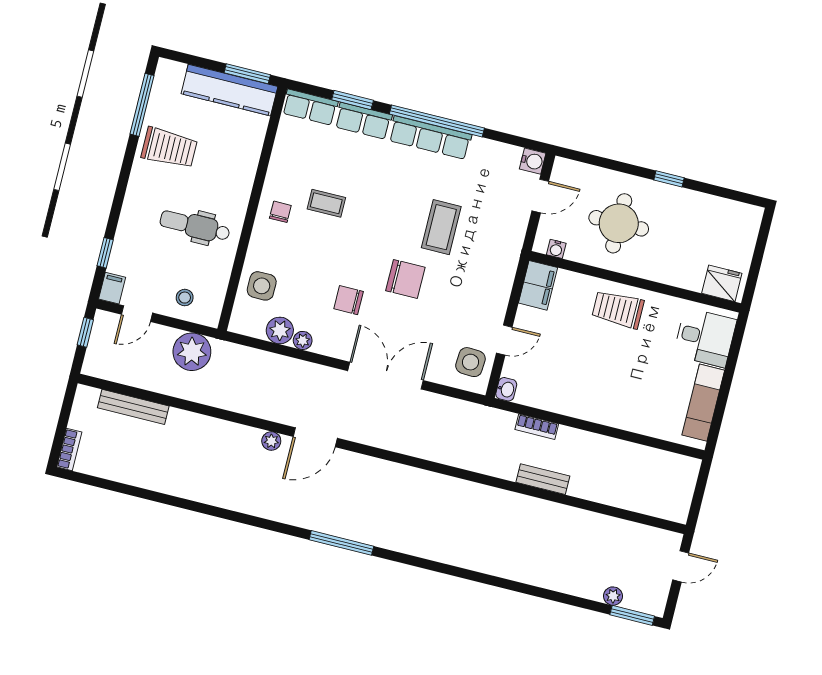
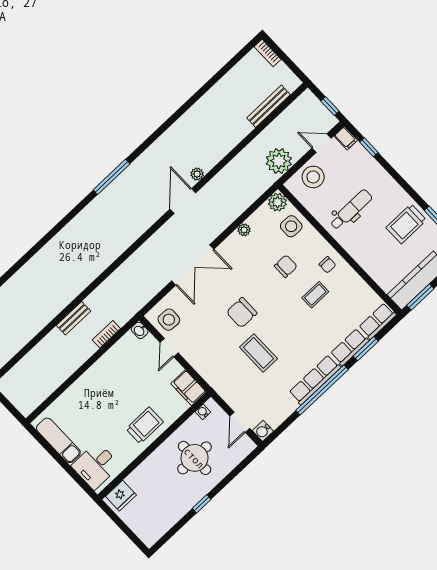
stool: (185, 298) -> (313, 177), width x1.89, depth x1.89
chair: (349, 300) -> (286, 266), moved
door: (137, 314) -> (322, 143), hinge flipped
plant: (280, 330) -> (278, 202), moved

